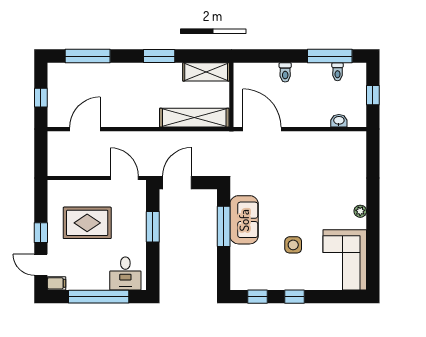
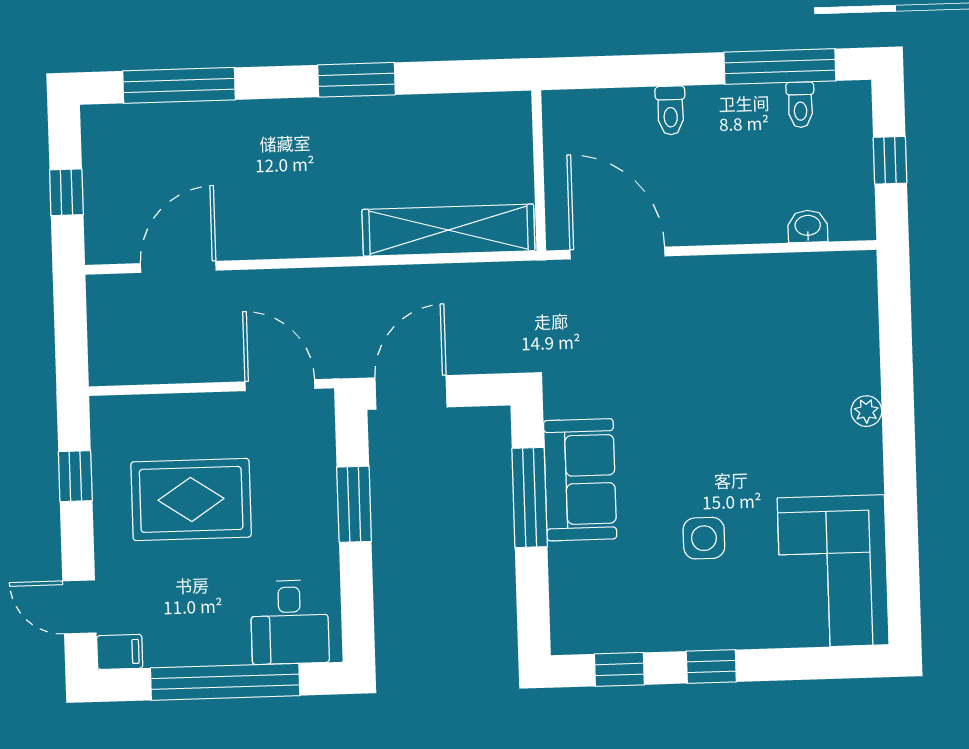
shelving: (206, 72) -> (474, 115), removed
plant: (360, 211) -> (866, 411), moved
window: (41, 233) -> (75, 476), moved

